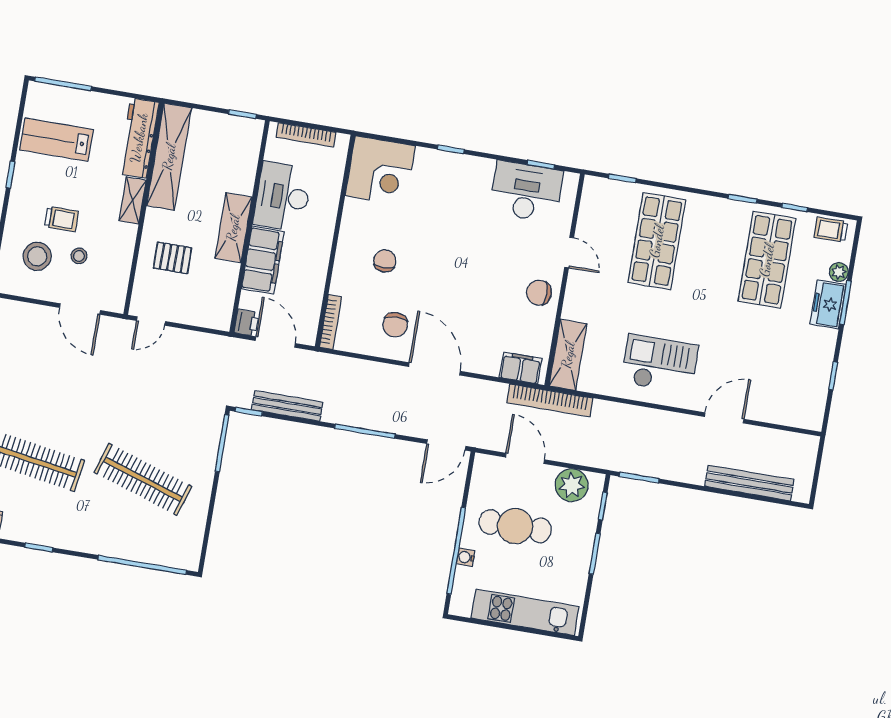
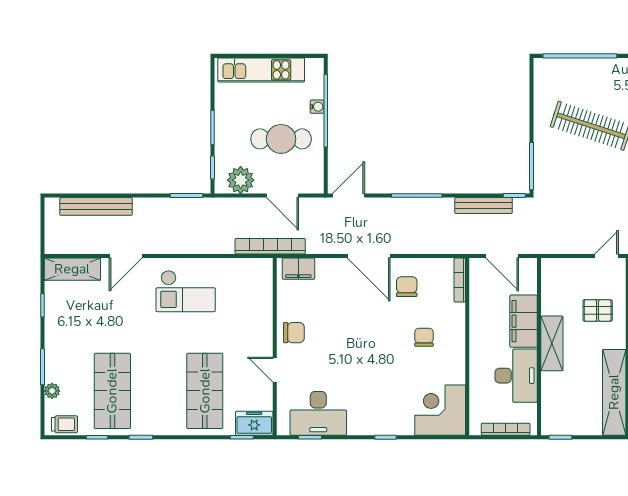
chair: (385, 261) -> (424, 337), turned 180
freezer: (828, 304) -> (254, 423), moved, turned -90
printer: (247, 323) -> (528, 268), removed
shelving: (568, 355) -> (72, 269), moved, turned 90

